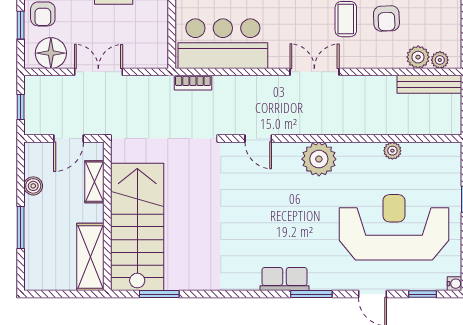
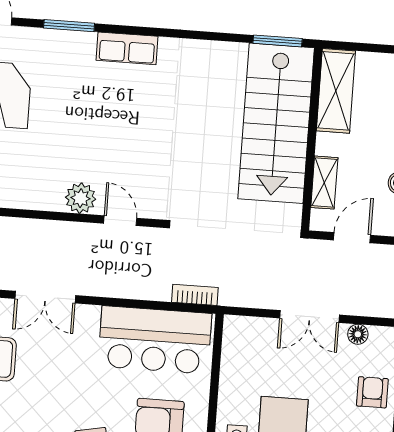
floor lamp: (51, 53) -> (358, 334), width x0.53, depth x0.53
plant: (319, 159) -> (81, 198), moved, width x0.73, depth x0.73
row of seats: (284, 279) -> (127, 48), moved
window: (159, 294) -> (278, 41), moved

